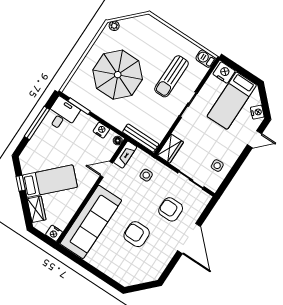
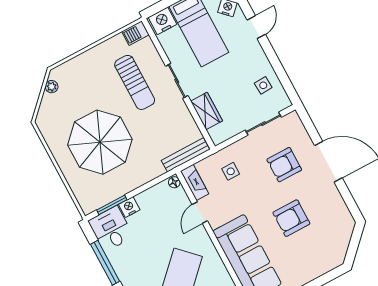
plant: (114, 26) -> (52, 87), moved
nightstand: (101, 130) -> (129, 207), moved
wardrobe: (170, 149) -> (206, 111), moved

